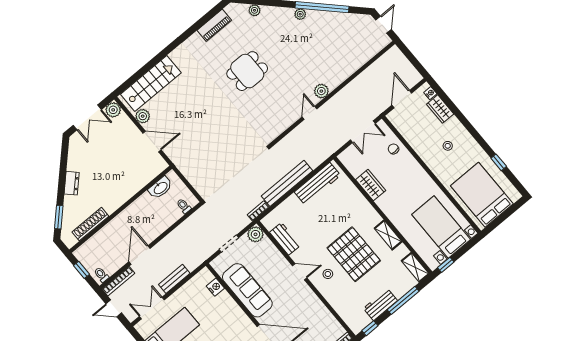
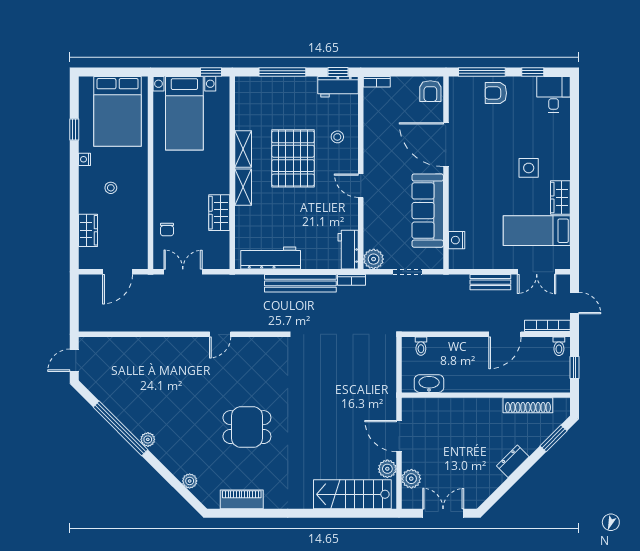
plant: (321, 91) -> (190, 346), removed
nightstand: (430, 93) -> (84, 159), moved
plant: (113, 110) -> (411, 479), moved
workbench: (285, 239) -> (348, 250), moved
shelving: (415, 267) -> (243, 187), moved
stool: (328, 274) -> (337, 137), moved
workbench: (380, 304) -> (338, 87), moved

